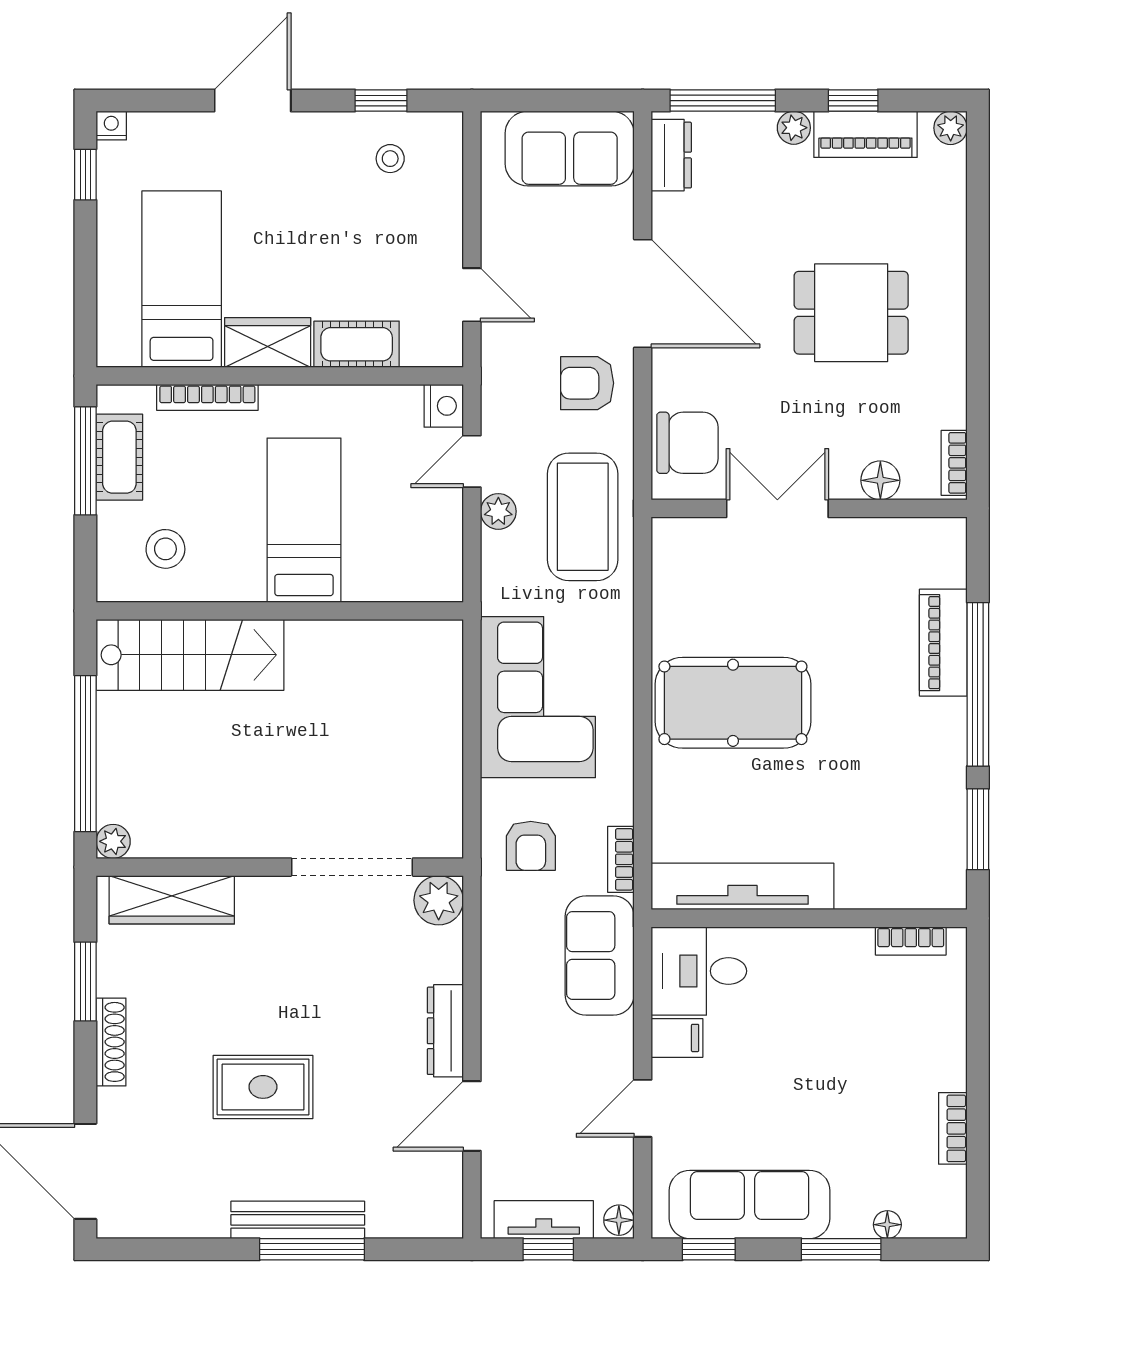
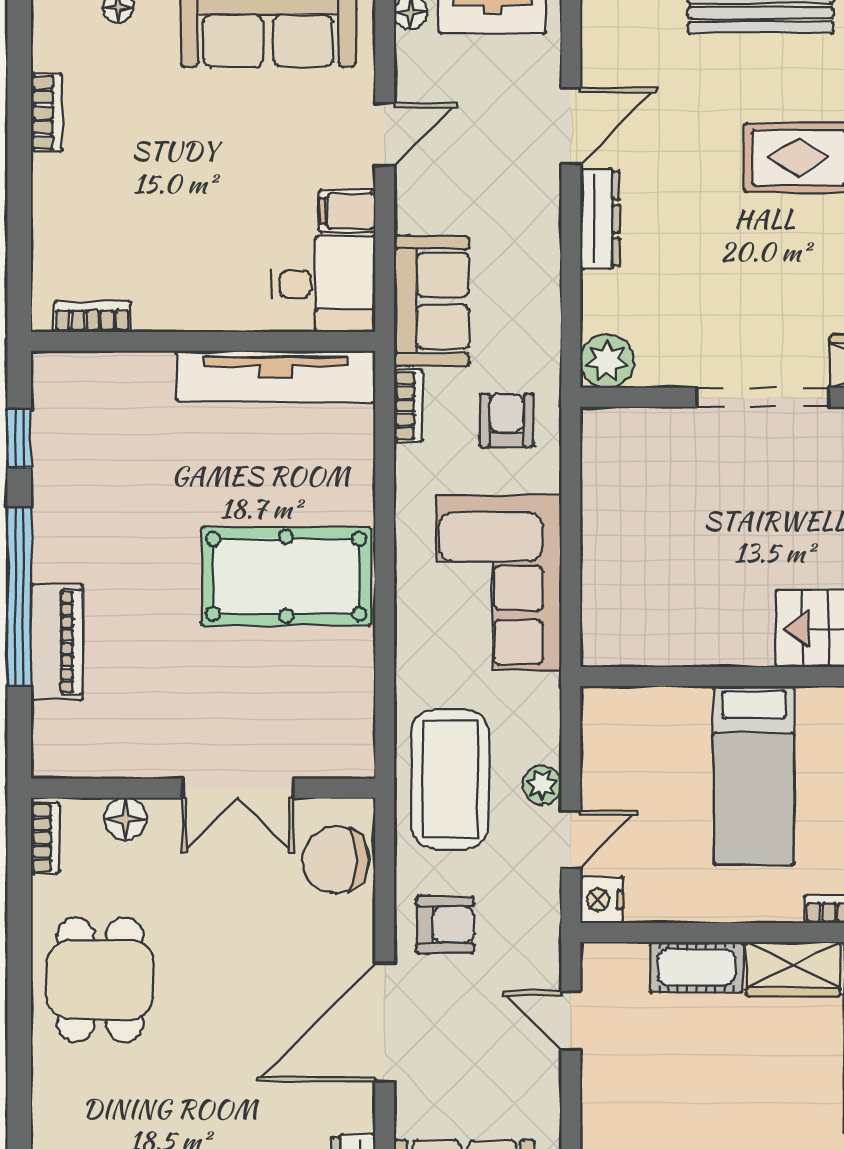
door: (643, 293) -> (385, 1022), hinge flipped
dining table: (851, 313) -> (100, 980), moved, turned 90
window: (978, 829) -> (19, 438), width x0.67
doorway: (352, 867) -> (763, 397), moved

